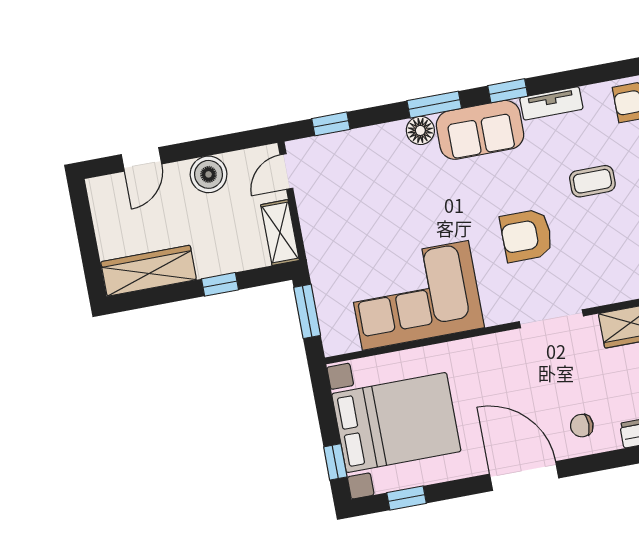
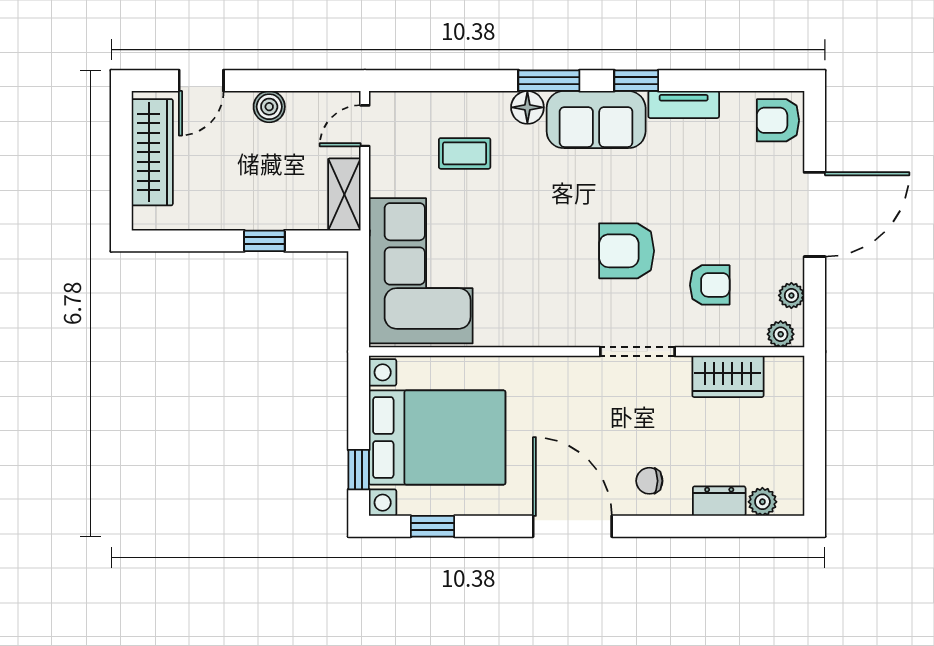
window: (331, 124) -> (426, 81), removed
boiler: (209, 174) -> (269, 107), width x0.73, depth x0.73
coffee table: (592, 181) -> (465, 153), moved
armchair: (602, 251) -> (710, 285), added
wardrobe: (149, 271) -> (152, 152), moved, turned 90
corner sofa: (415, 295) -> (421, 271), moved, turned 90
window: (307, 311) -> (359, 291), removed

